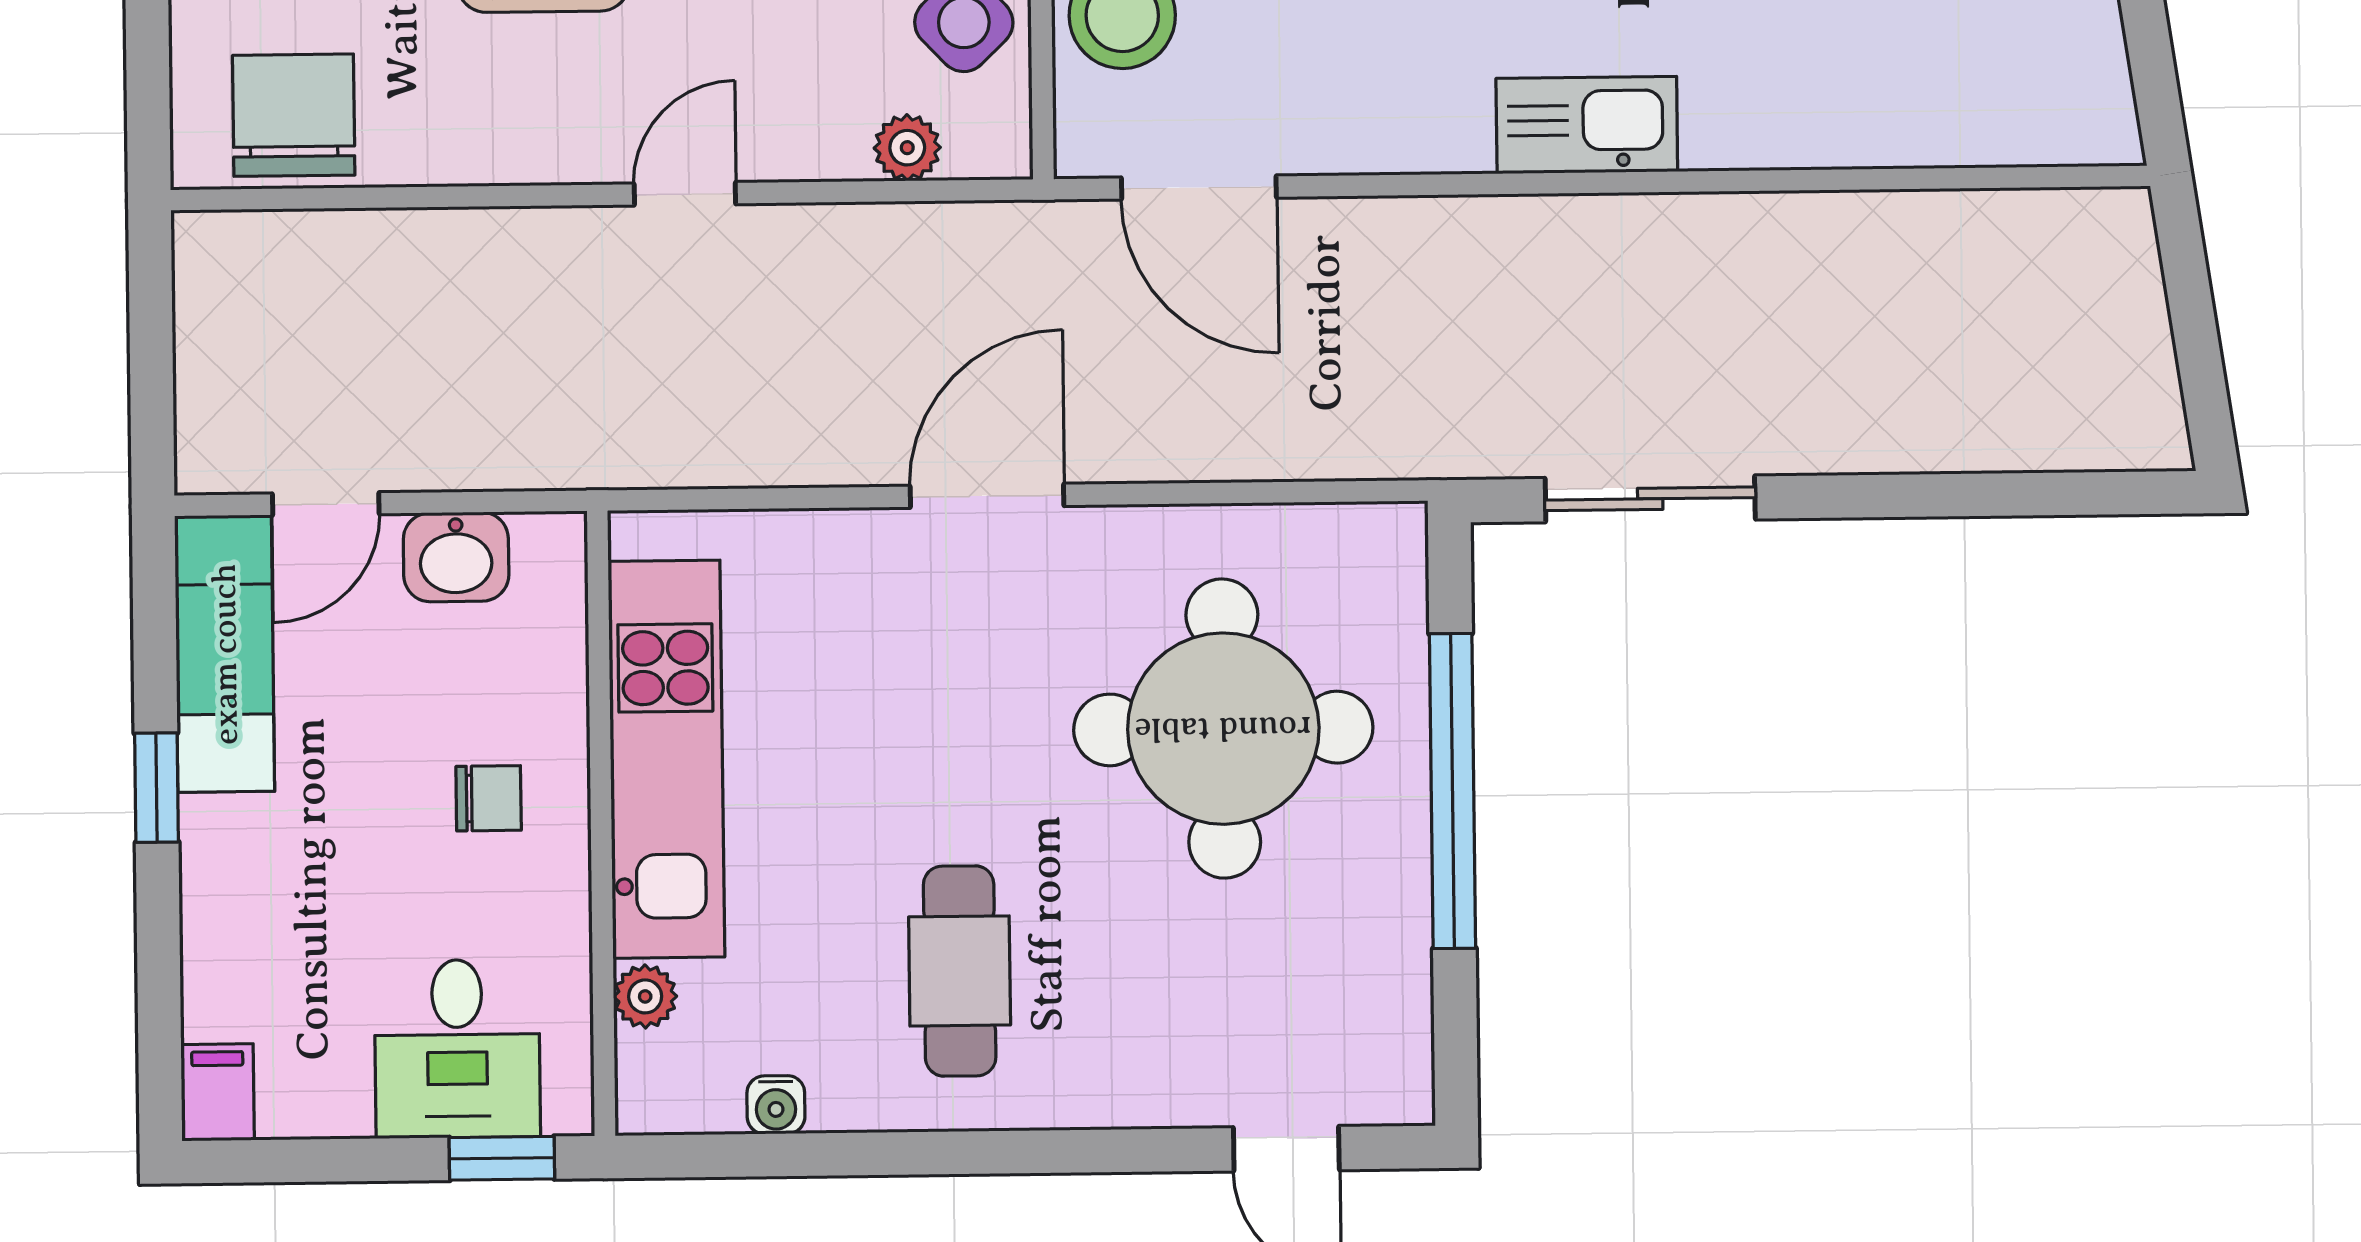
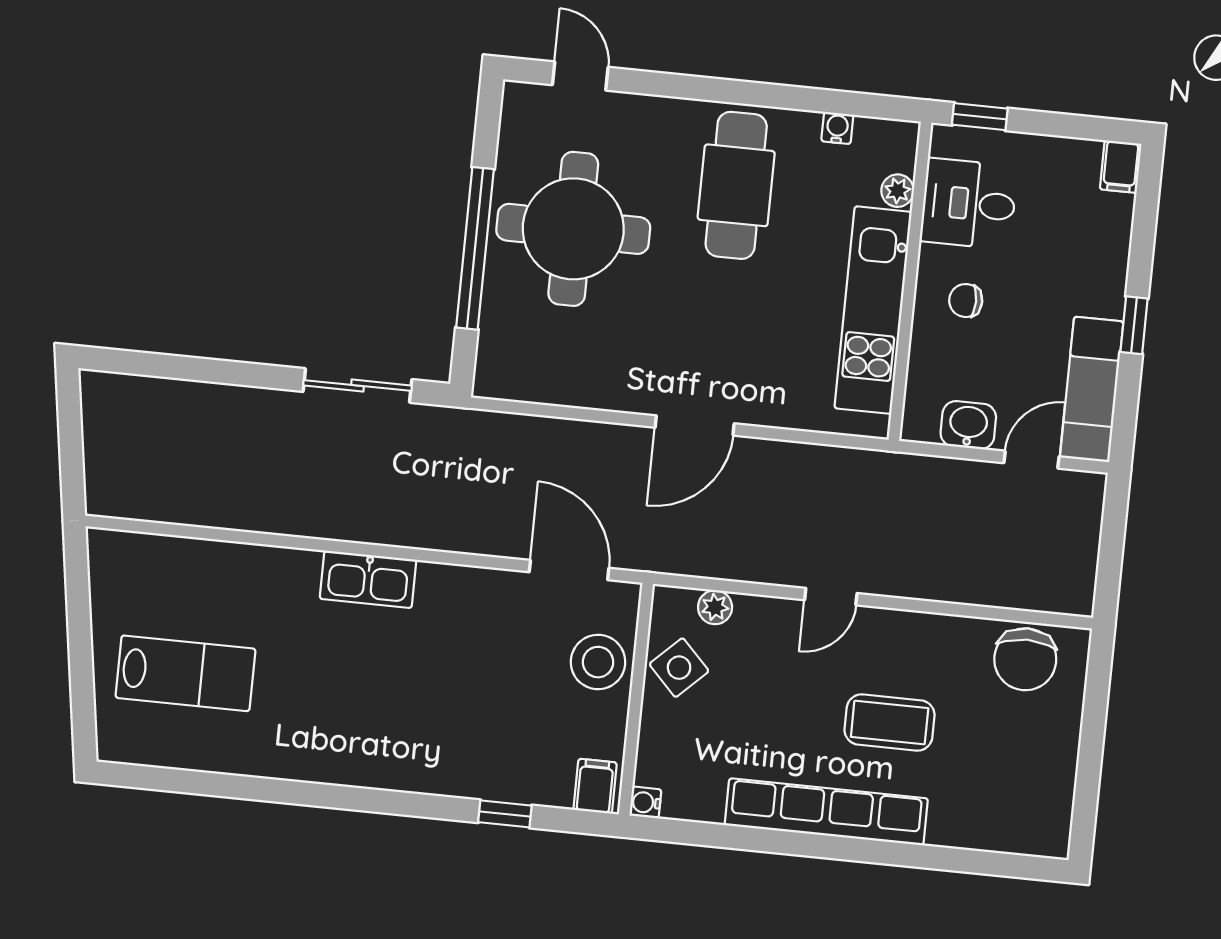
round table: (1223, 729) -> (573, 229), moved
cafe table: (960, 971) -> (736, 185), width x1.37, depth x1.35
desk: (457, 1049) -> (969, 204), moved, turned -90

